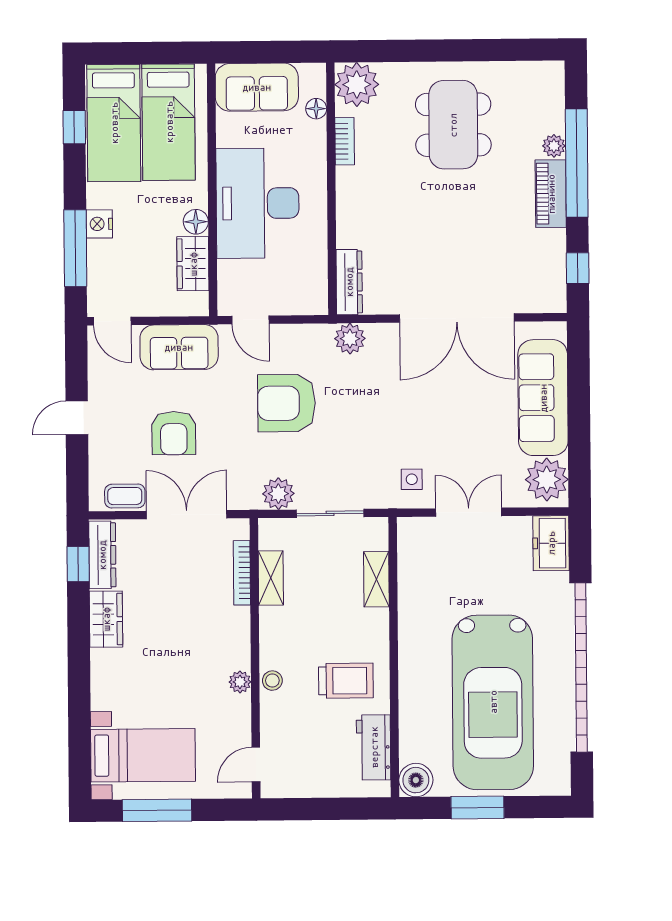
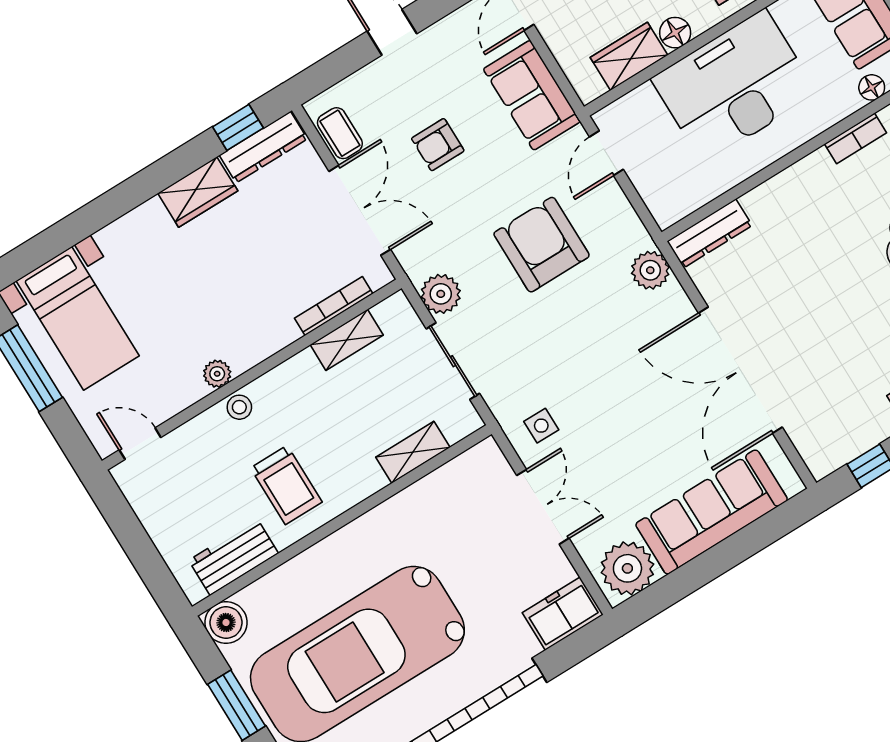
armchair: (174, 433) -> (438, 145), width x0.72, depth x0.72

